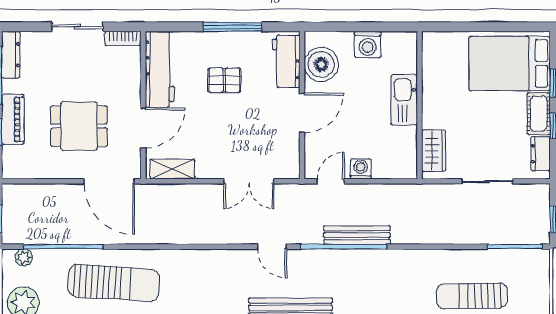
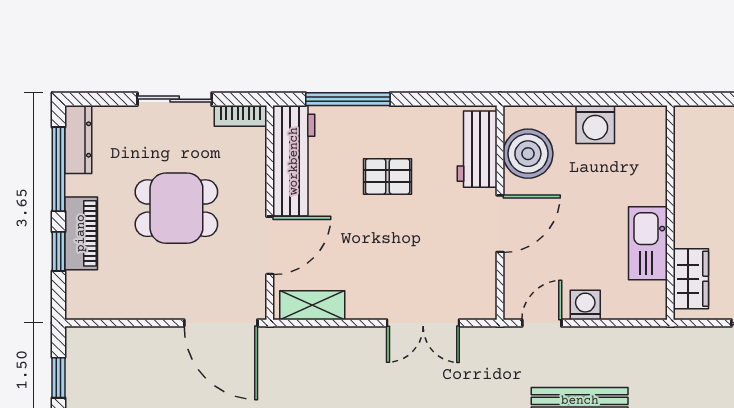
window: (232, 27) -> (348, 99), moved
kitchen sink: (404, 100) -> (648, 243), moved
dining table: (79, 126) -> (176, 208), moved

